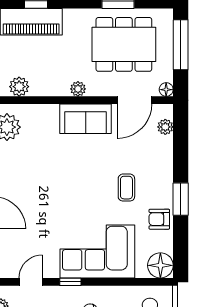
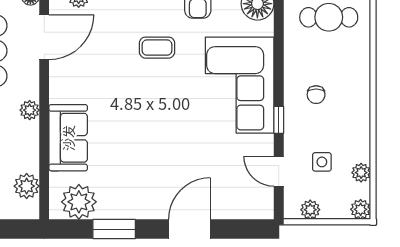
door: (134, 100) -> (44, 37), hinge flipped
sofa: (86, 119) -> (68, 138), moved

